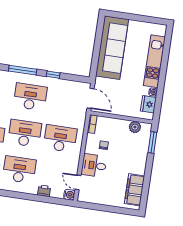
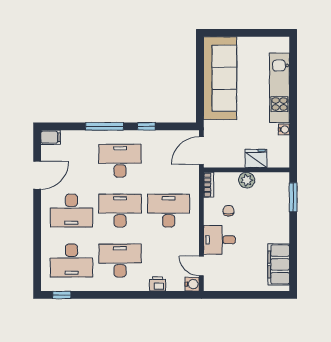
door: (91, 98) -> (201, 151), swing flipped
fridge: (148, 104) -> (256, 158), moved, turned 90
plant: (135, 127) -> (247, 180), moved

